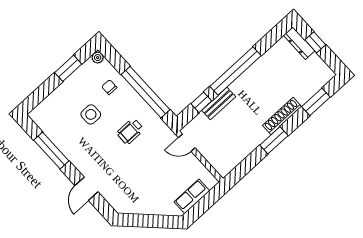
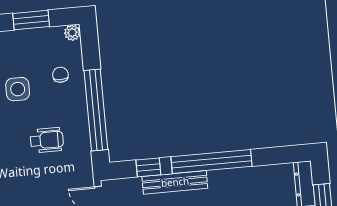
bench: (219, 103) -> (175, 182), width x1.36
wheelchair: (130, 131) -> (47, 140), turned 180

